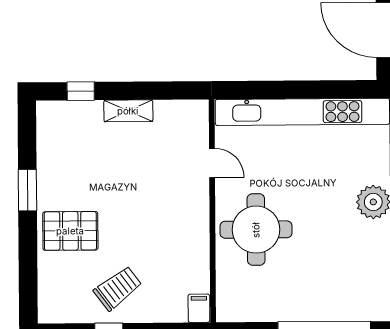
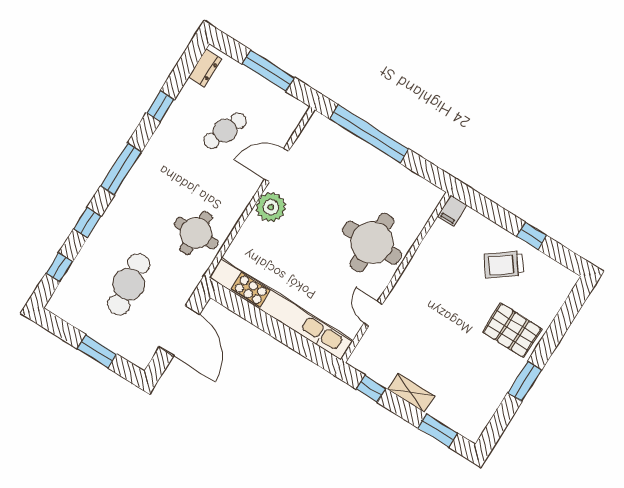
window: (169, 90) -> (371, 389), added
window: (81, 91) -> (437, 430), width x1.50

